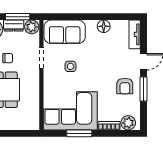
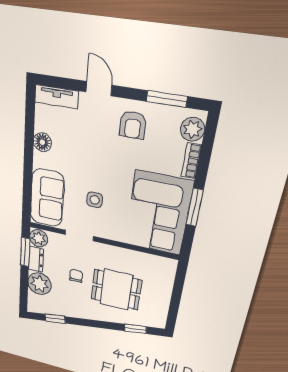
armchair: (125, 86) -> (133, 125), turned 90
window: (143, 89) -> (167, 99), moved

